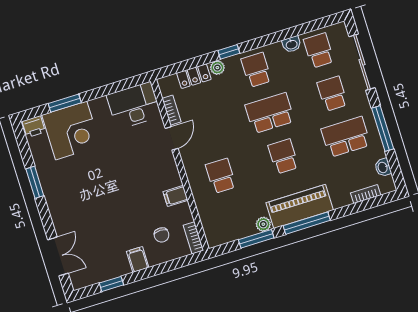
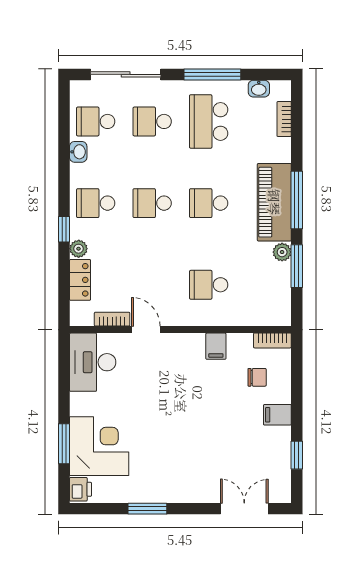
school desk: (270, 113) -> (152, 203), width x0.54

